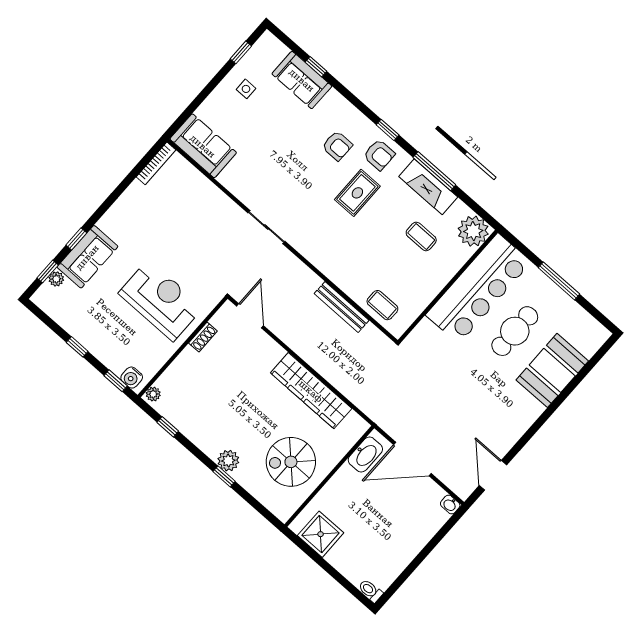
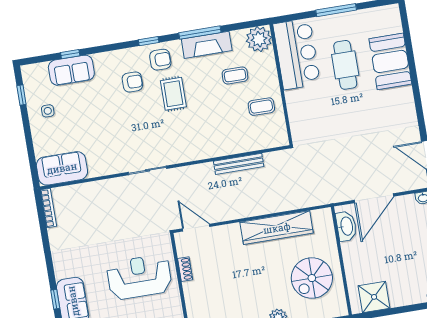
bar counter: (478, 289) -> (297, 54), width x0.73
coffee table: (382, 305) -> (261, 107), moved

